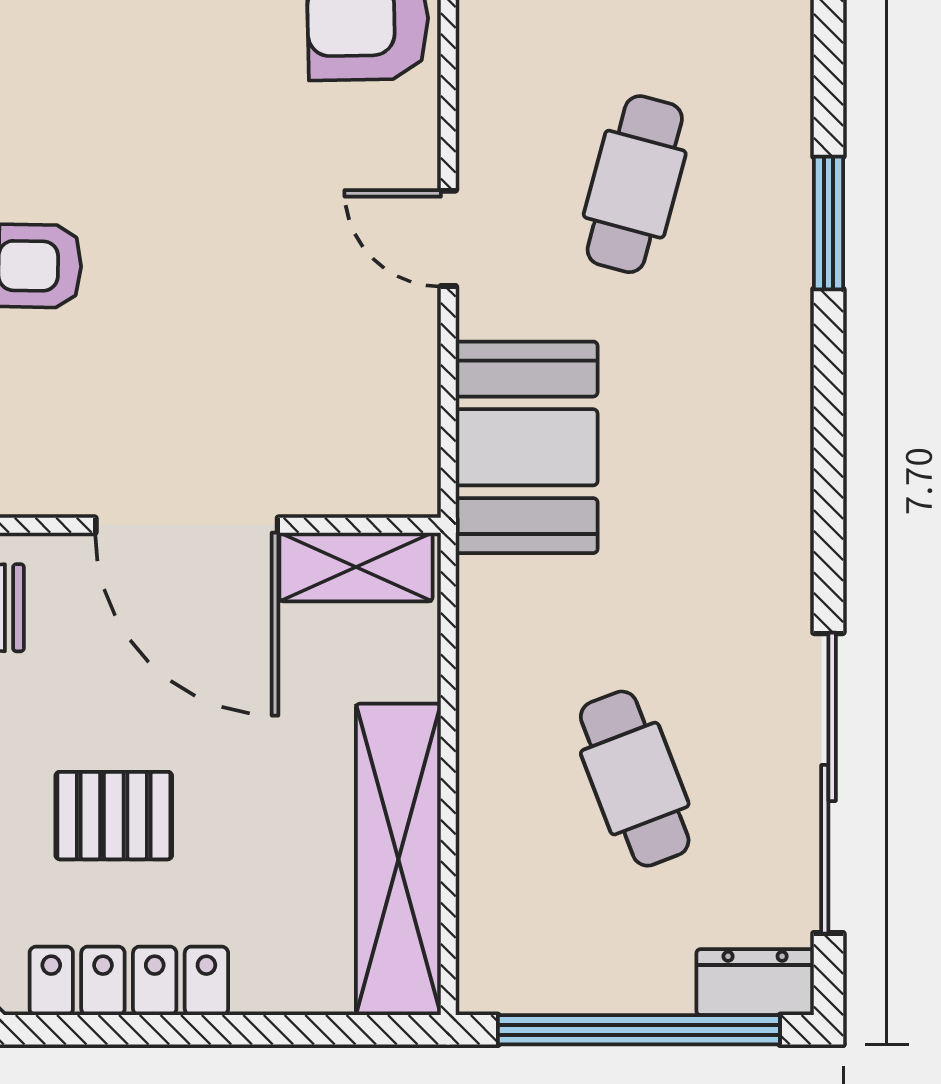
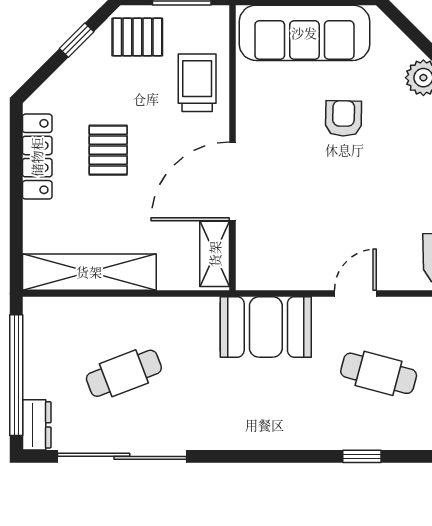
window: (828, 223) -> (362, 456), width x0.67

